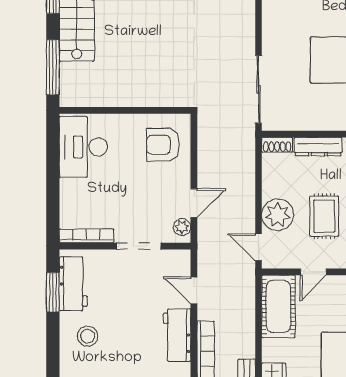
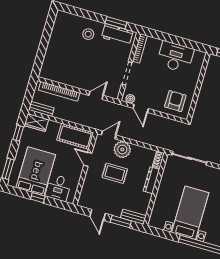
desk: (83, 147) -> (175, 57), moved
workbench: (177, 335) -> (75, 80), removed

